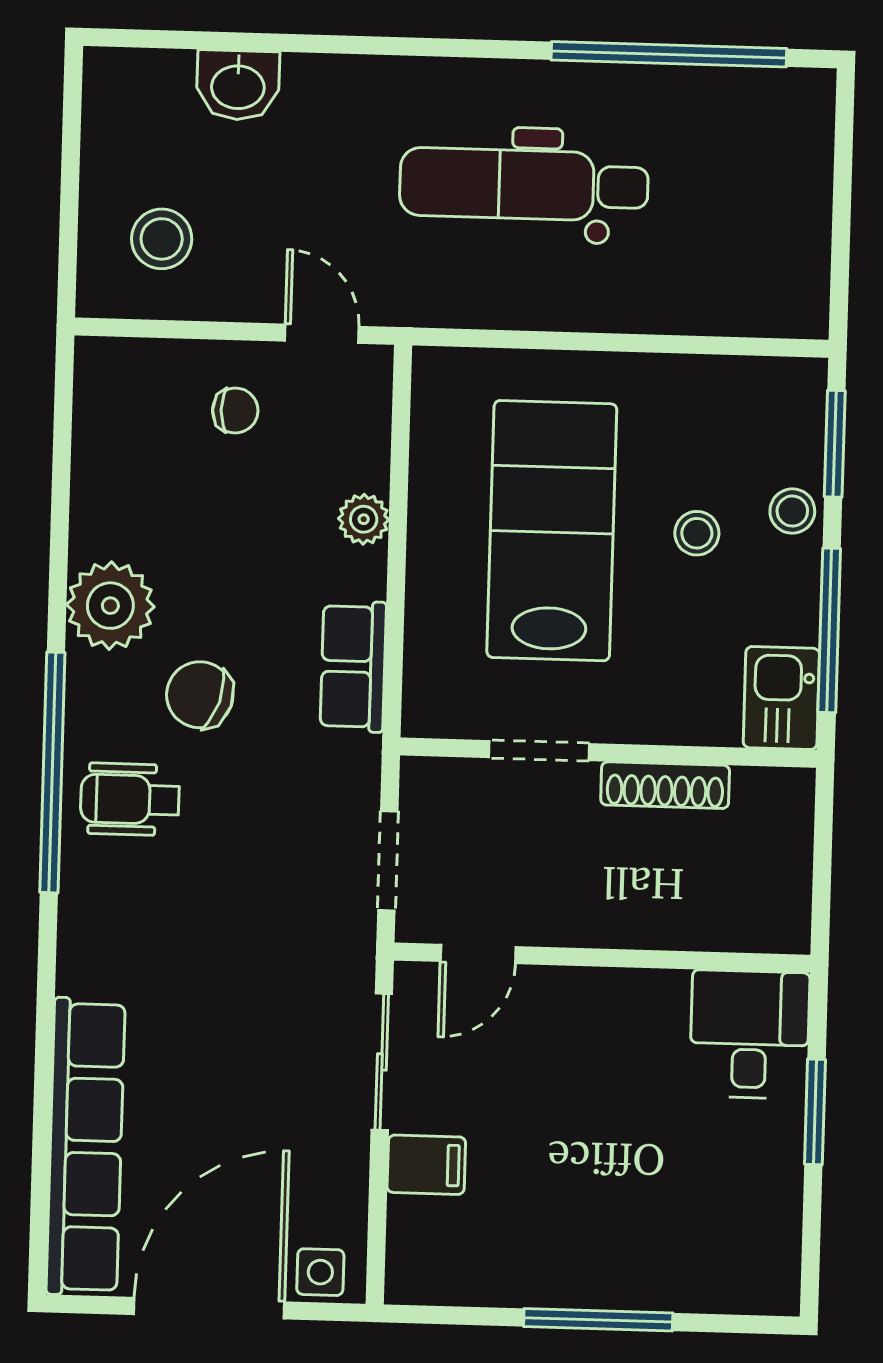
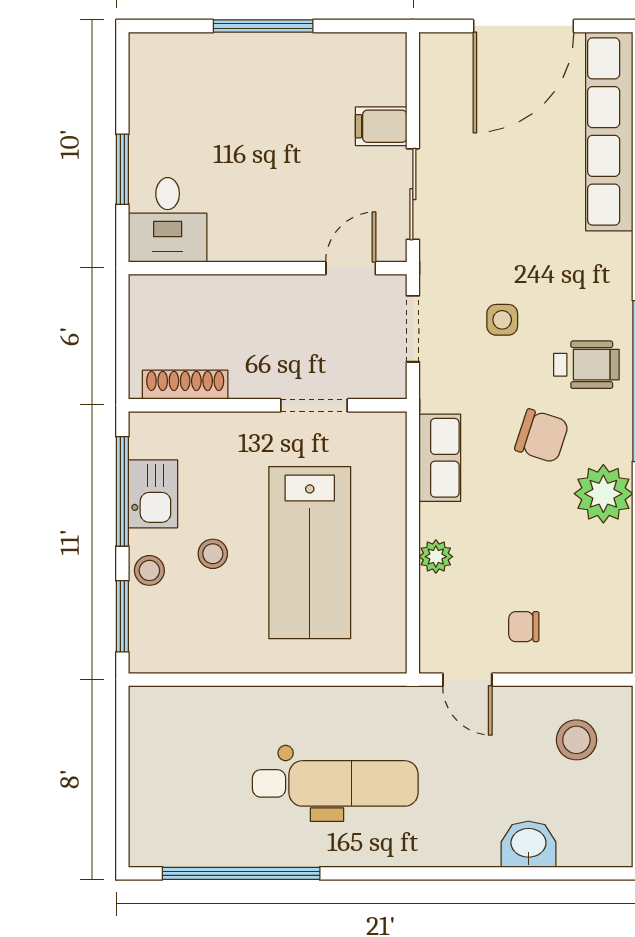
kitchen sink: (781, 698) -> (153, 494), moved
shoe rack: (665, 785) -> (185, 385), moved
side table: (320, 1272) -> (502, 320), moved

